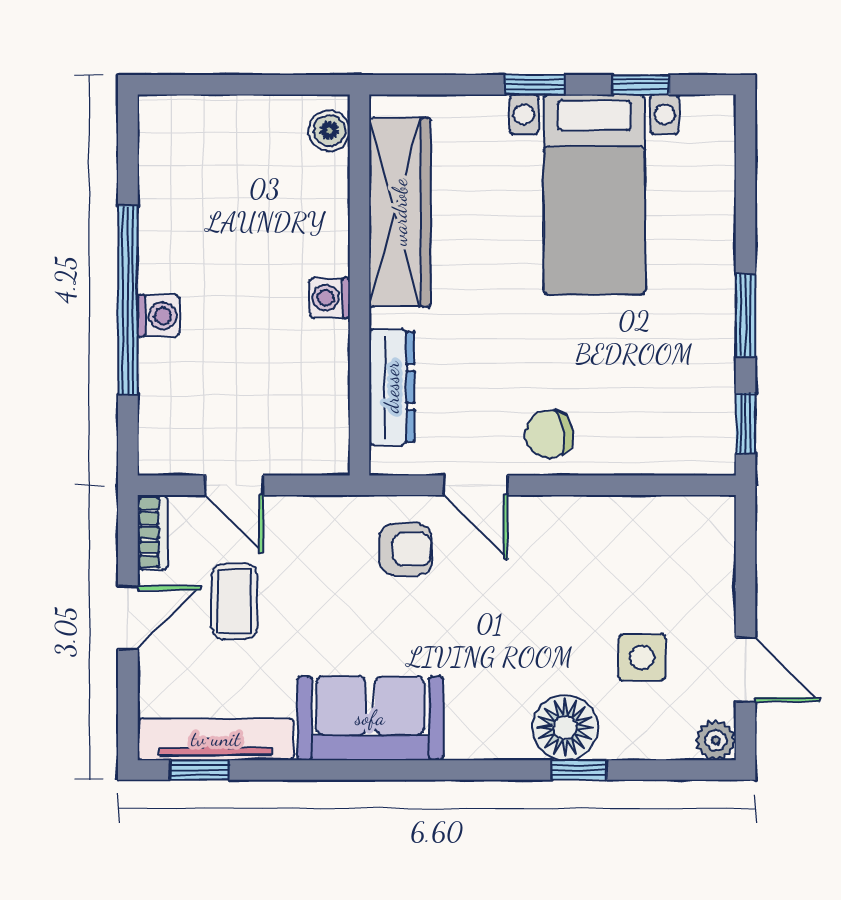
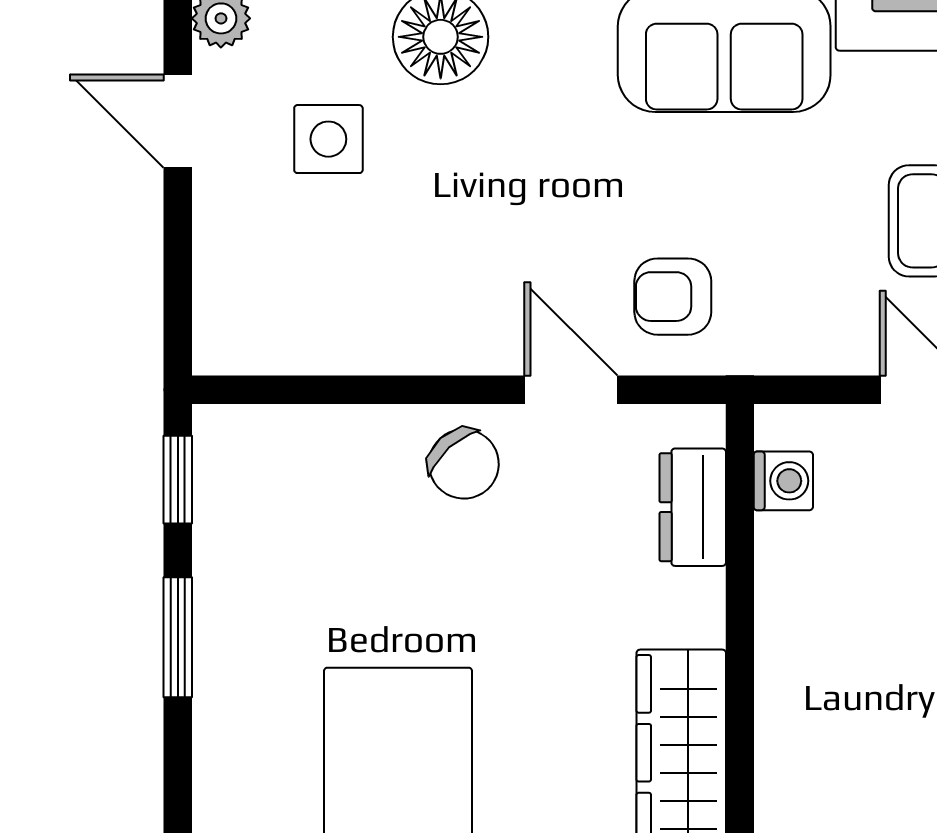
washing machine: (330, 298) -> (783, 481), moved
dresser: (392, 387) -> (693, 507), width x0.70
chair: (549, 434) -> (464, 464), turned 58

